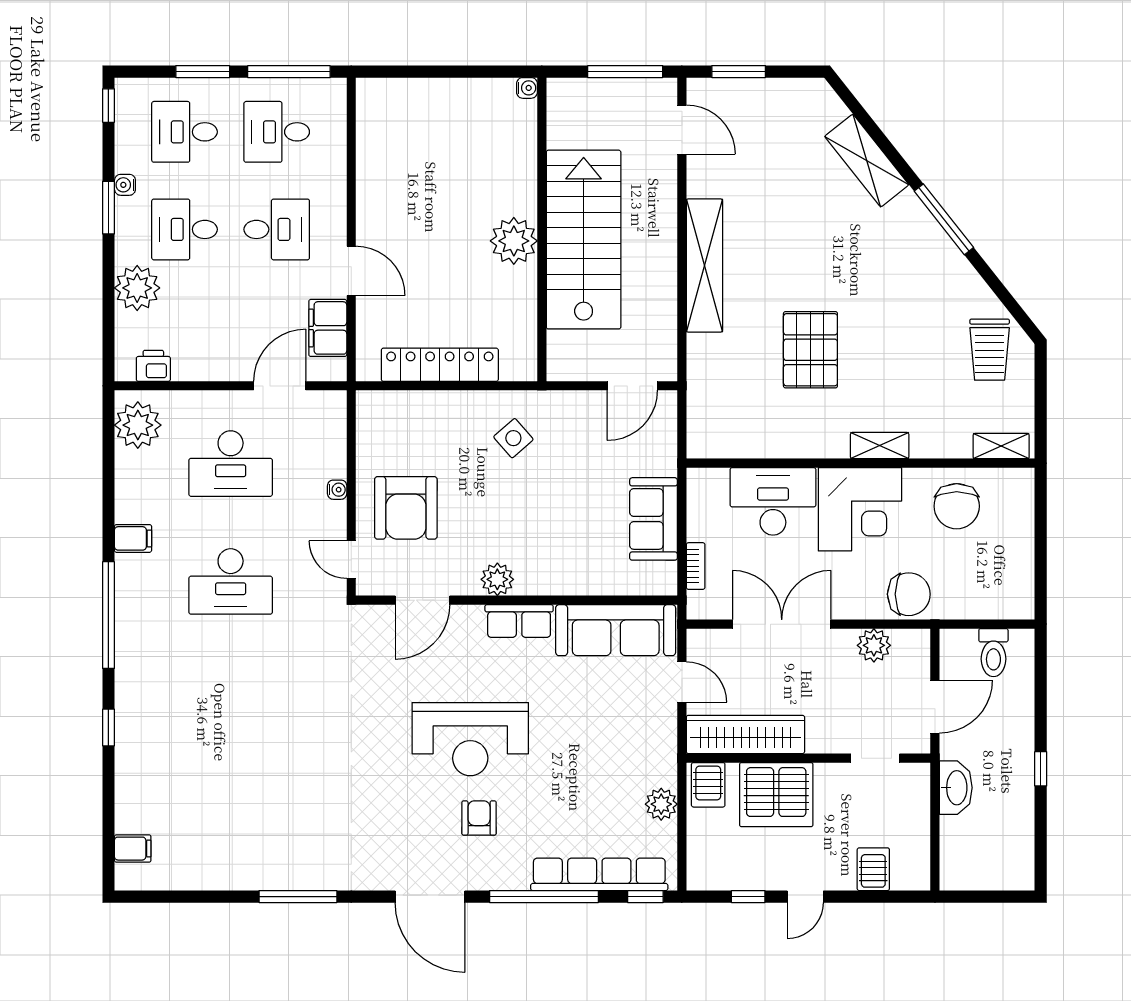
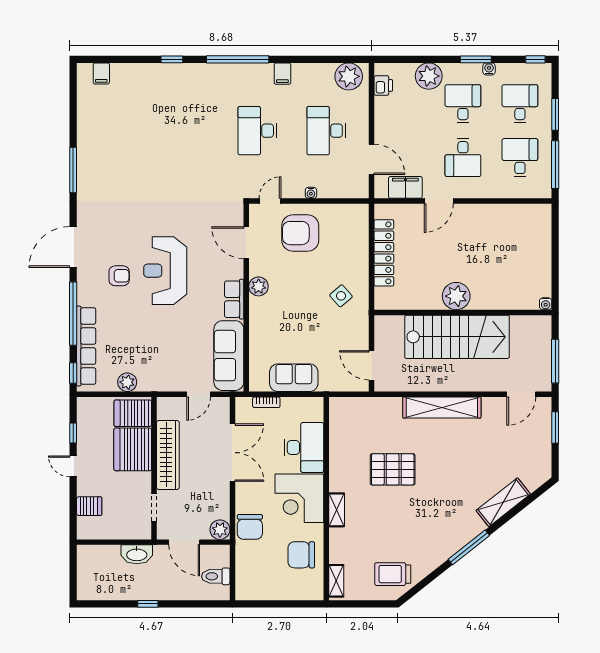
plant: (874, 645) -> (220, 530), moved
wardrobe: (745, 734) -> (168, 455), moved
server rack: (708, 785) -> (133, 413), width x1.36, depth x1.44

